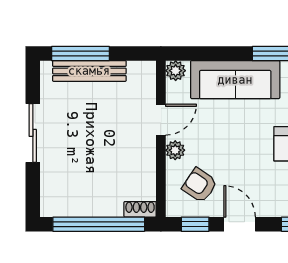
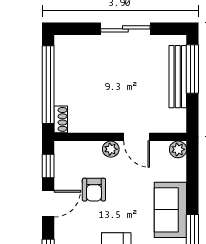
sofa: (235, 80) -> (170, 210), width x0.73
armchair: (200, 185) -> (94, 190), moved, turned 146

